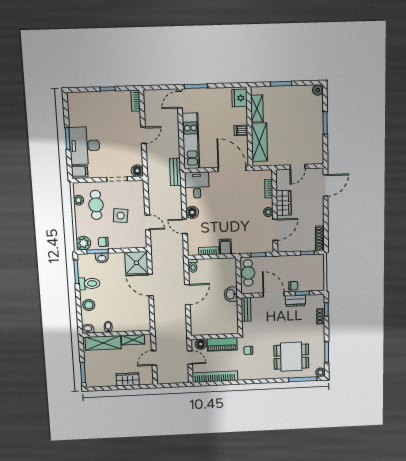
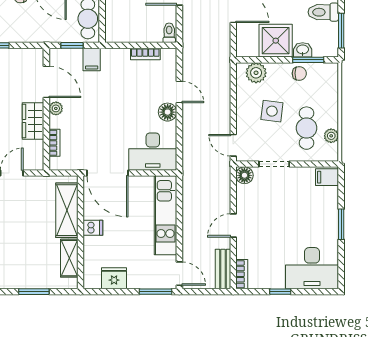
fridge: (240, 98) -> (114, 278), moved, turned -90
door: (180, 100) -> (179, 274), hinge flipped
desk: (85, 146) -> (312, 268), moved, turned 90
bench: (175, 172) -> (223, 269), moved
desk: (197, 185) -> (153, 152), width x1.37
door: (148, 222) -> (233, 145), moved
door: (275, 230) -> (46, 82), swing flipped
plant: (83, 243) -> (256, 73), moved
filing cabinet: (225, 247) -> (92, 60), moved
shower: (136, 263) -> (276, 41), moved

